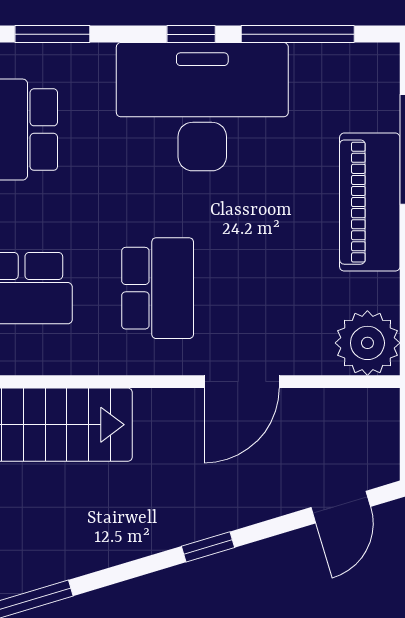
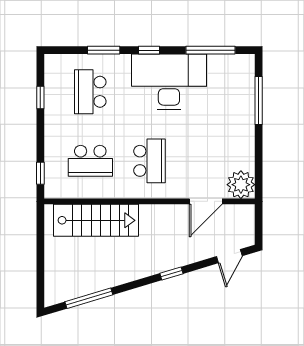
window: (191, 34) -> (149, 50), moved
piano: (370, 202) -> (242, 123), removed
door: (242, 382) -> (206, 201), moved

